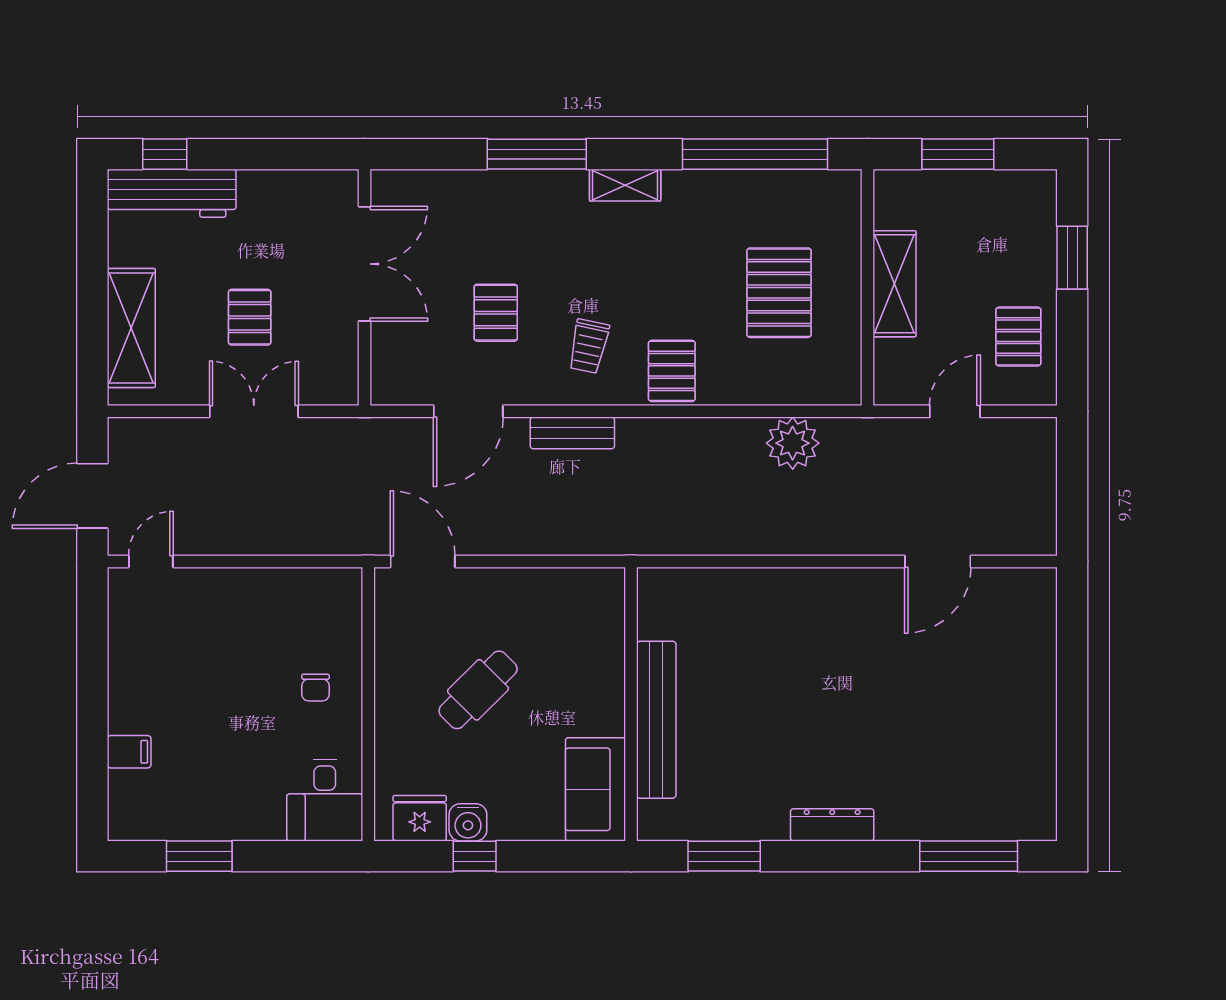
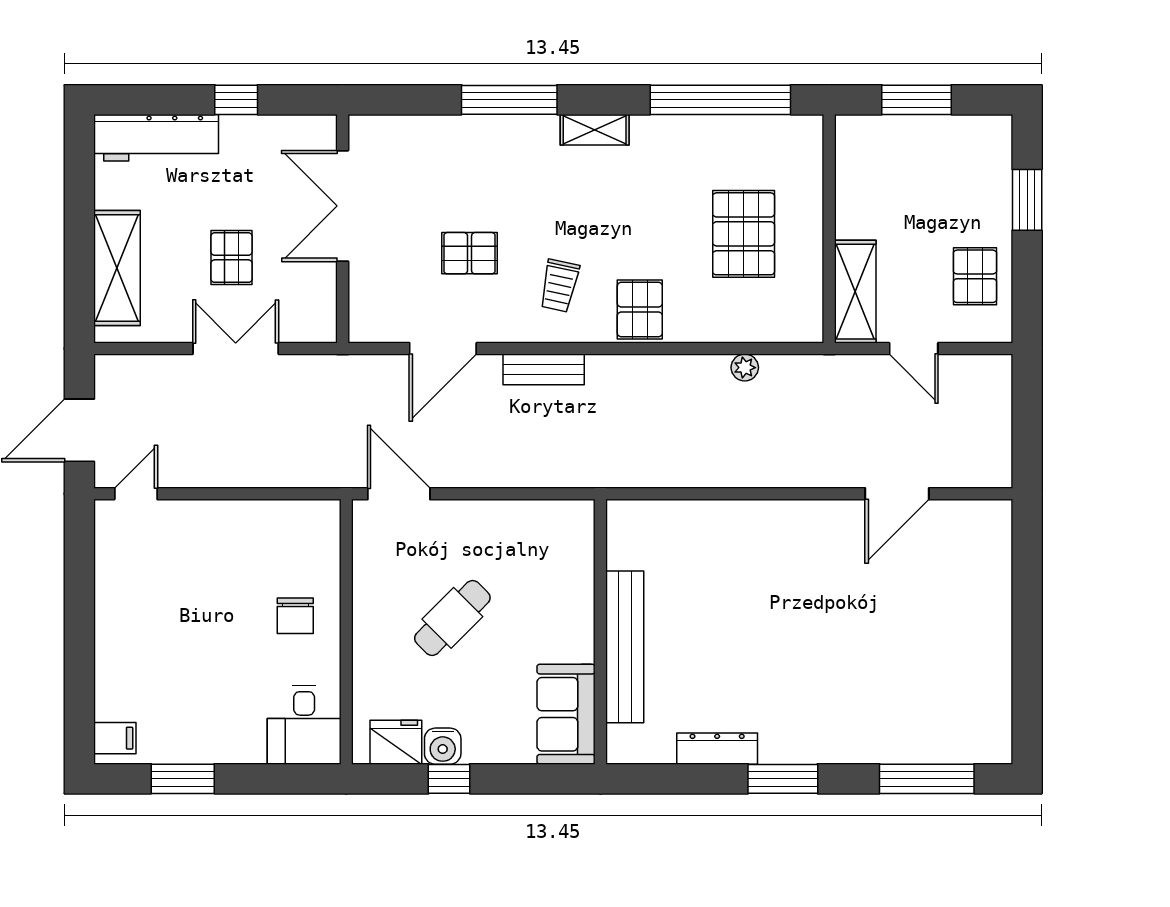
window: (165, 154) -> (236, 100), moved
double door: (365, 264) -> (343, 206), swing flipped
shelving: (895, 284) -> (855, 292), moved
pallet: (496, 313) -> (470, 253), turned 90
door: (955, 411) -> (914, 349), swing flipped
plant: (793, 443) -> (745, 368), width x0.53, depth x0.53
chair: (315, 688) -> (295, 616), width x1.37, depth x1.37
filing cabinet: (129, 752) -> (115, 738), moved
dresser: (832, 825) -> (717, 749), moved
window: (724, 856) -> (783, 779), moved

